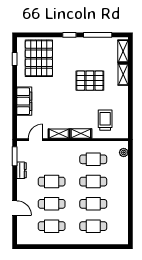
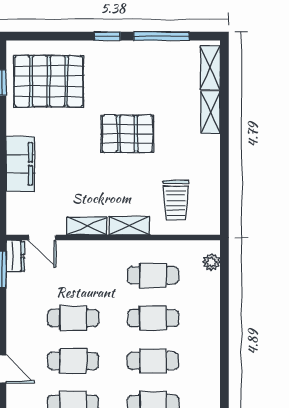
pallet: (39, 58) -> (49, 81), turned 90
pallet: (90, 81) -> (127, 134), moved
trolley: (105, 120) -> (176, 200), turned 180
door: (36, 140) -> (42, 238), swing flipped
dresser: (21, 170) -> (15, 256), moved

